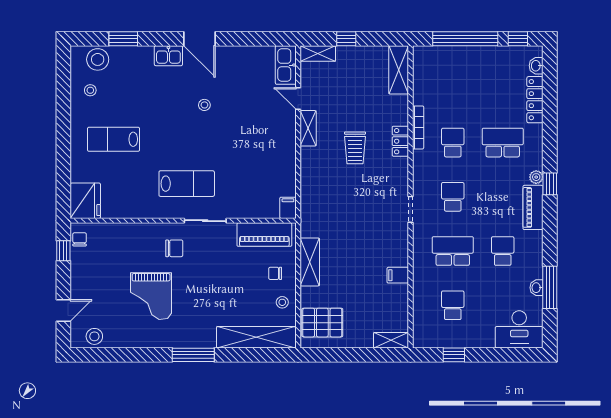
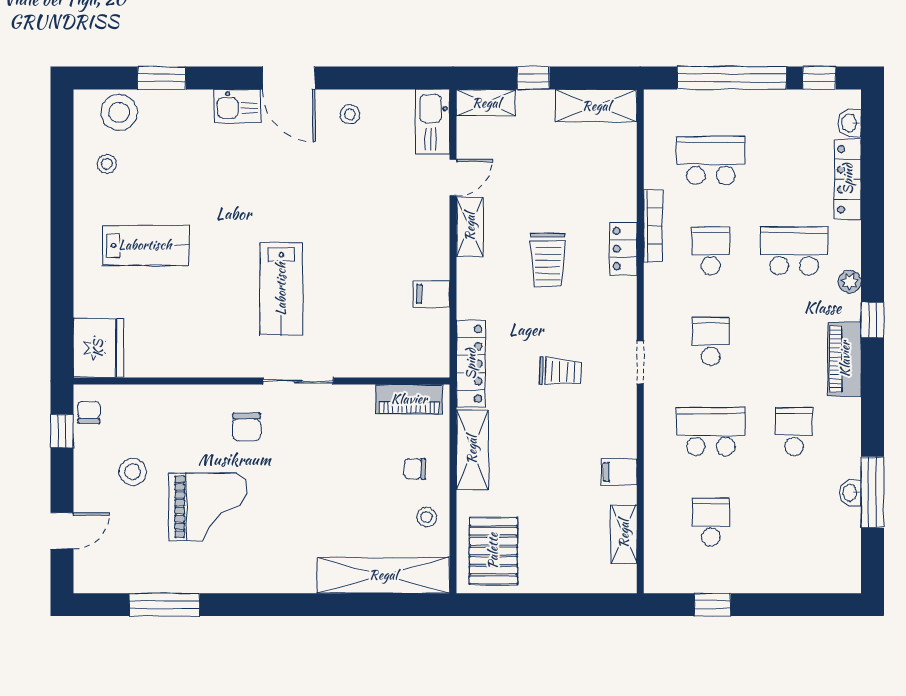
shelving: (399, 70) -> (596, 106), moved, turned 90
school desk: (453, 88) -> (711, 161), added
door: (298, 98) -> (453, 178), swing flipped
stool: (204, 105) -> (350, 114), moved
lab bench: (114, 139) -> (145, 245), turned 180
plant: (536, 177) -> (850, 282), moved
lab bench: (187, 184) -> (281, 289), moved, turned 90
filing cabinet: (288, 208) -> (432, 294), moved, turned -90
locker: (309, 210) -> (471, 364), added
trolley: (363, 215) -> (560, 371), added
piano: (264, 235) -> (409, 399), width x0.73, depth x0.75
chair: (174, 248) -> (247, 427), turned 90
grand piano: (151, 296) -> (208, 507), turned -90
pallet: (322, 323) -> (493, 551), turned 90
desk: (519, 329) -> (821, 562), removed
stool: (94, 336) -> (133, 472), moved
shelving: (391, 340) -> (624, 534), moved, turned 90
window: (193, 355) -> (164, 605), moved

